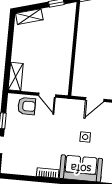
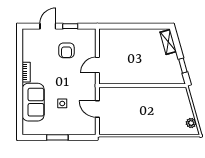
shelving: (16, 77) -> (112, 34), removed
armchair: (27, 106) -> (66, 50), moved

